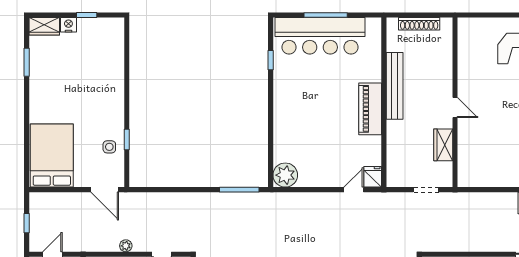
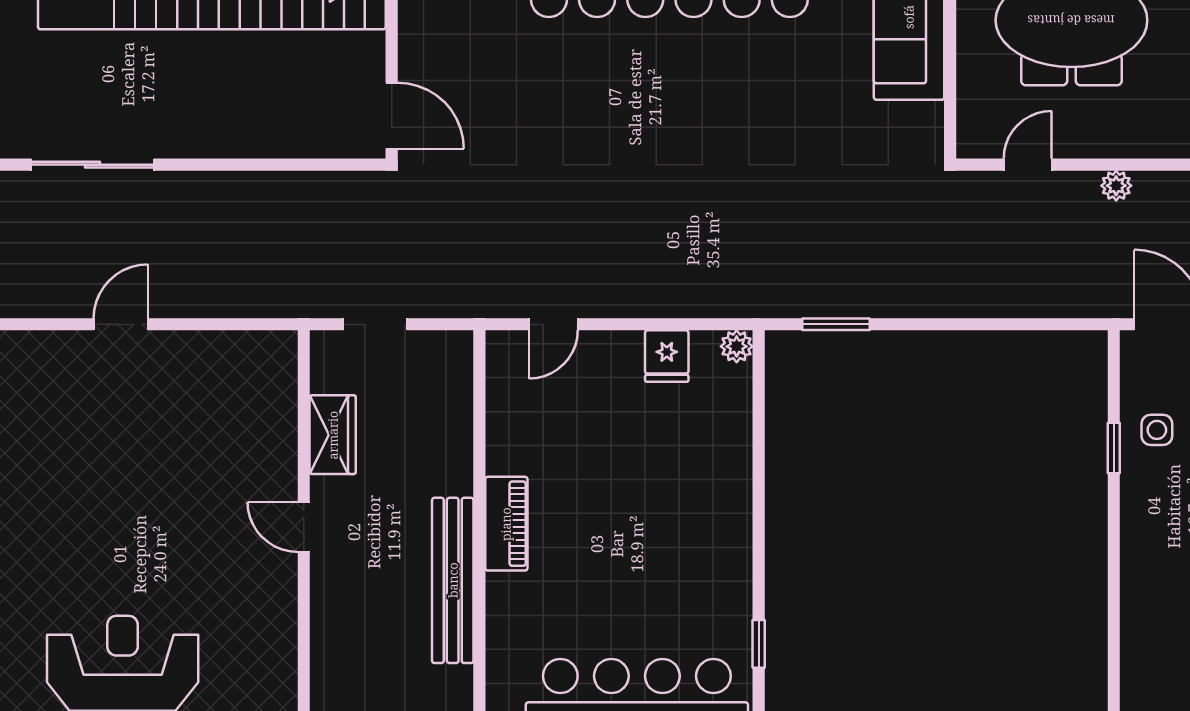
piano: (370, 109) -> (506, 524), width x0.73, depth x0.75
plant: (285, 175) -> (737, 346), width x0.53, depth x0.53
fridge: (373, 177) -> (667, 356), moved
window: (239, 190) -> (836, 324), width x0.69

